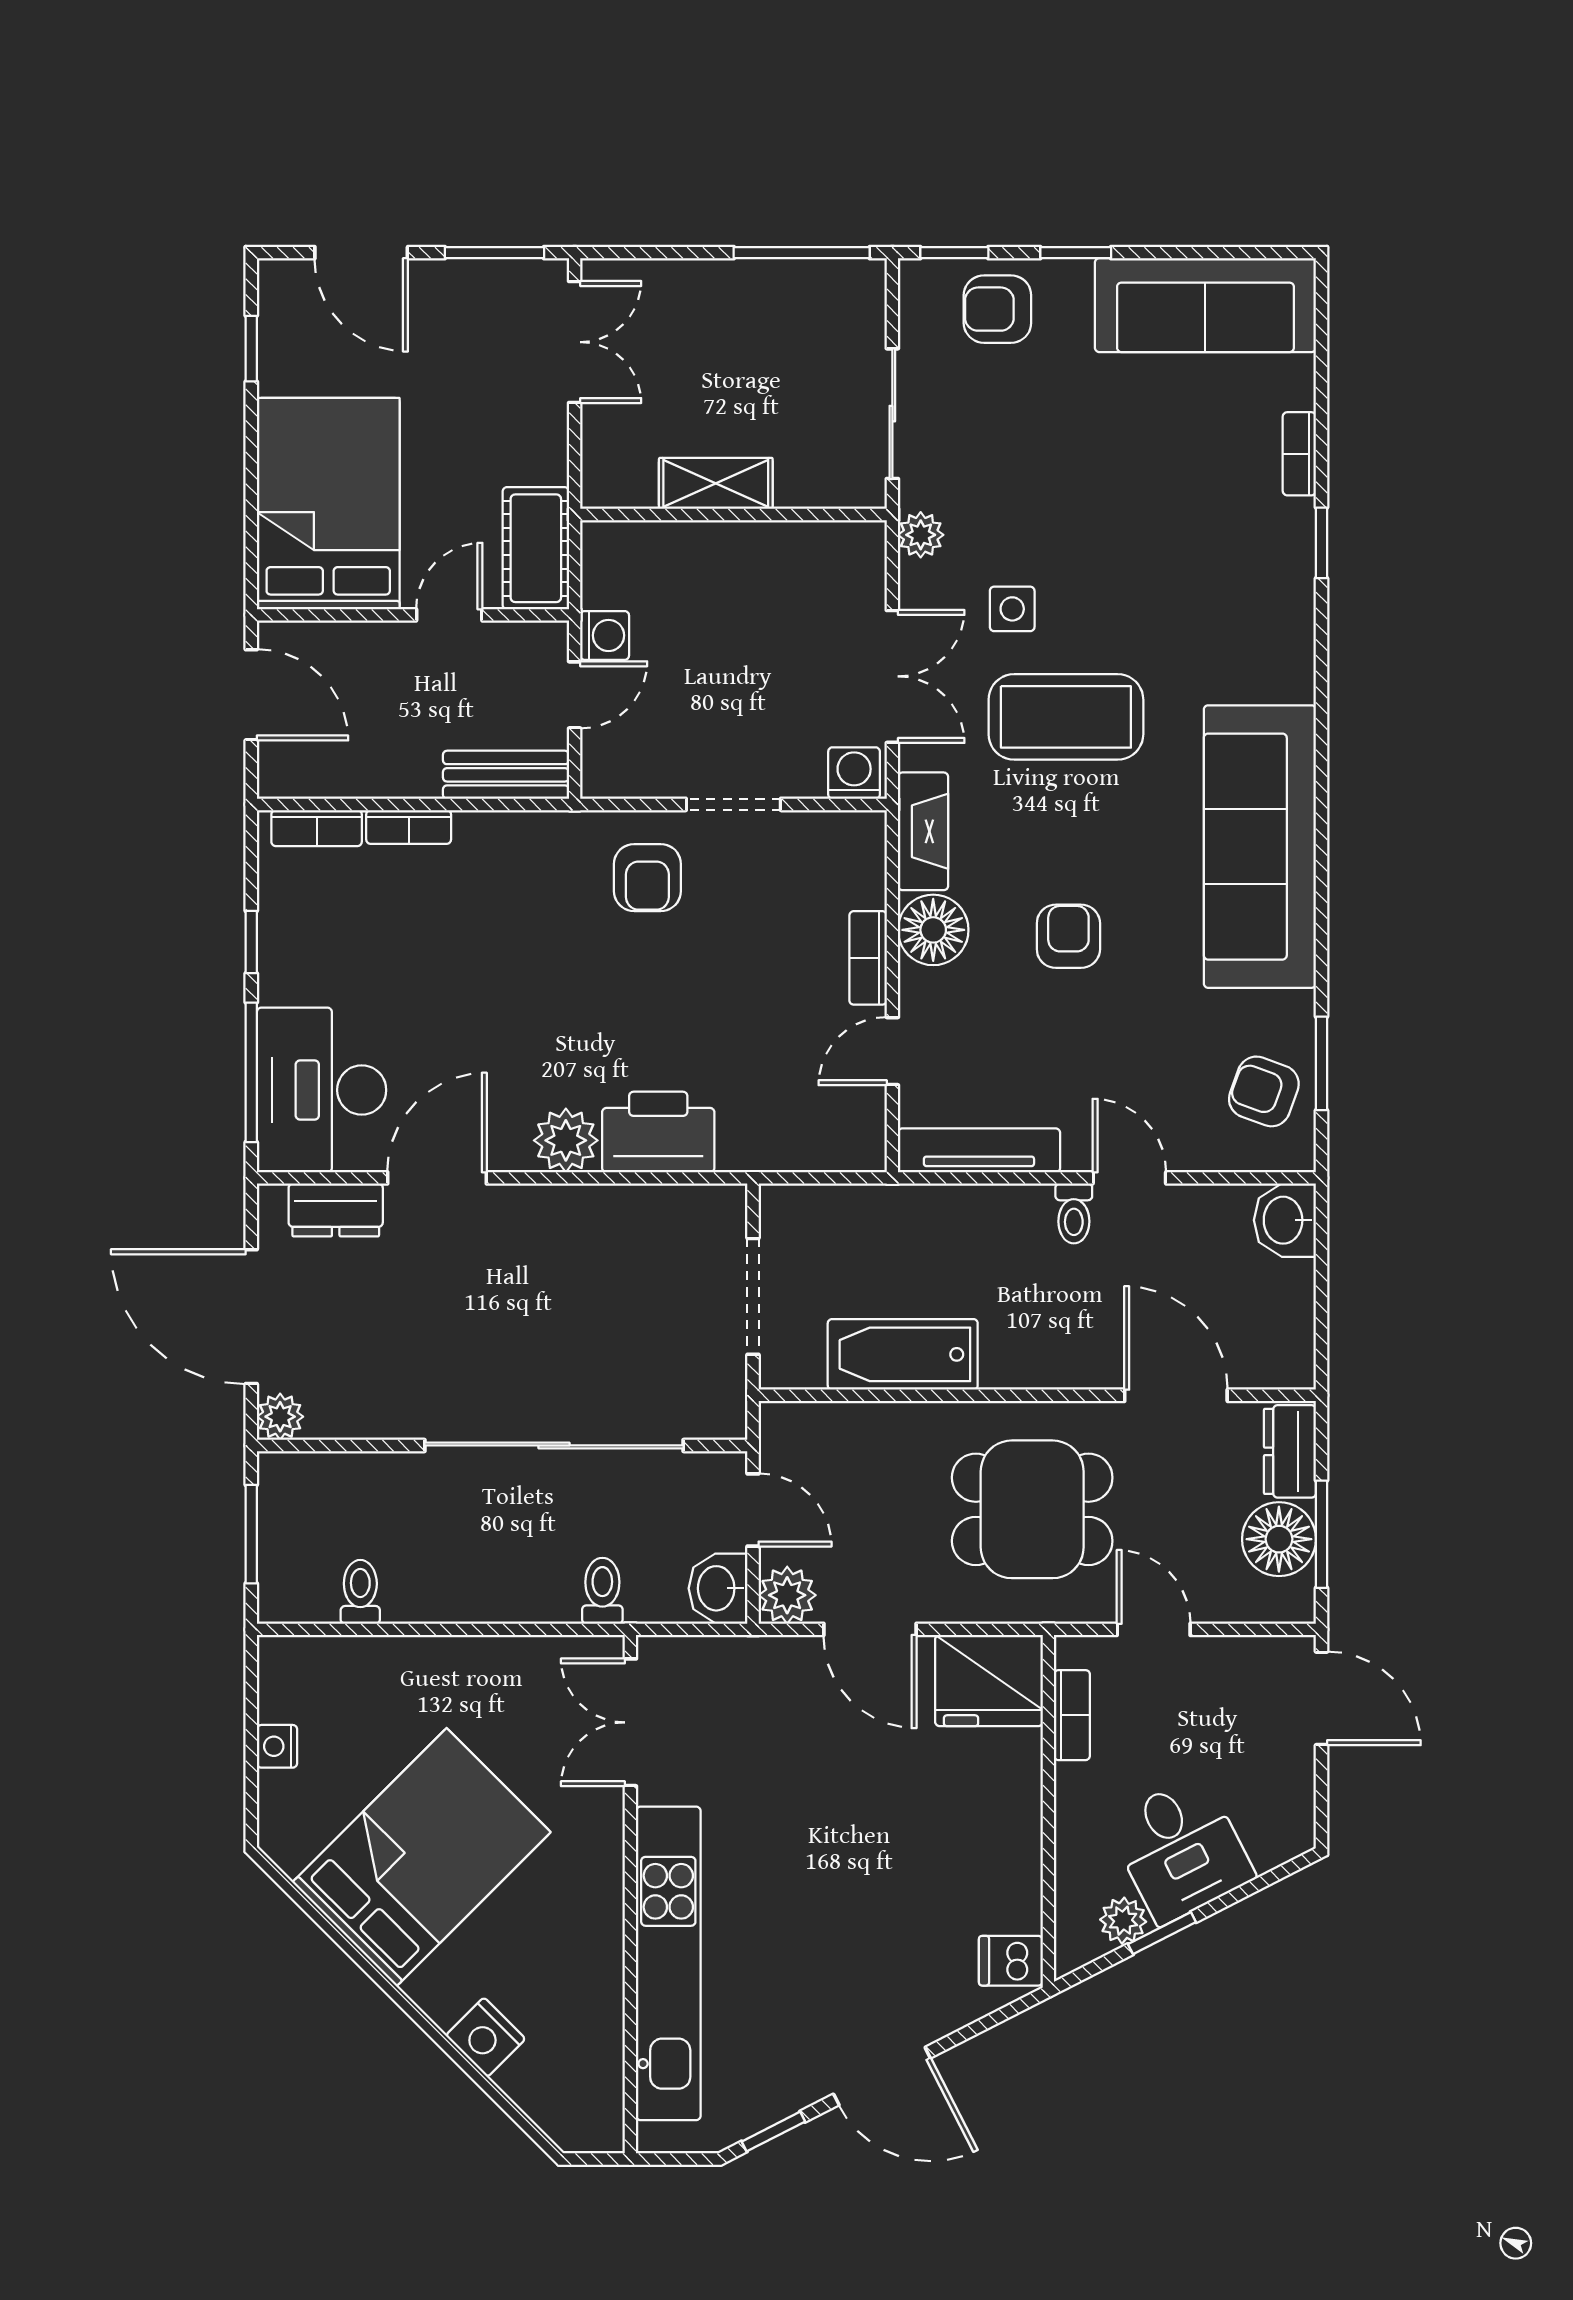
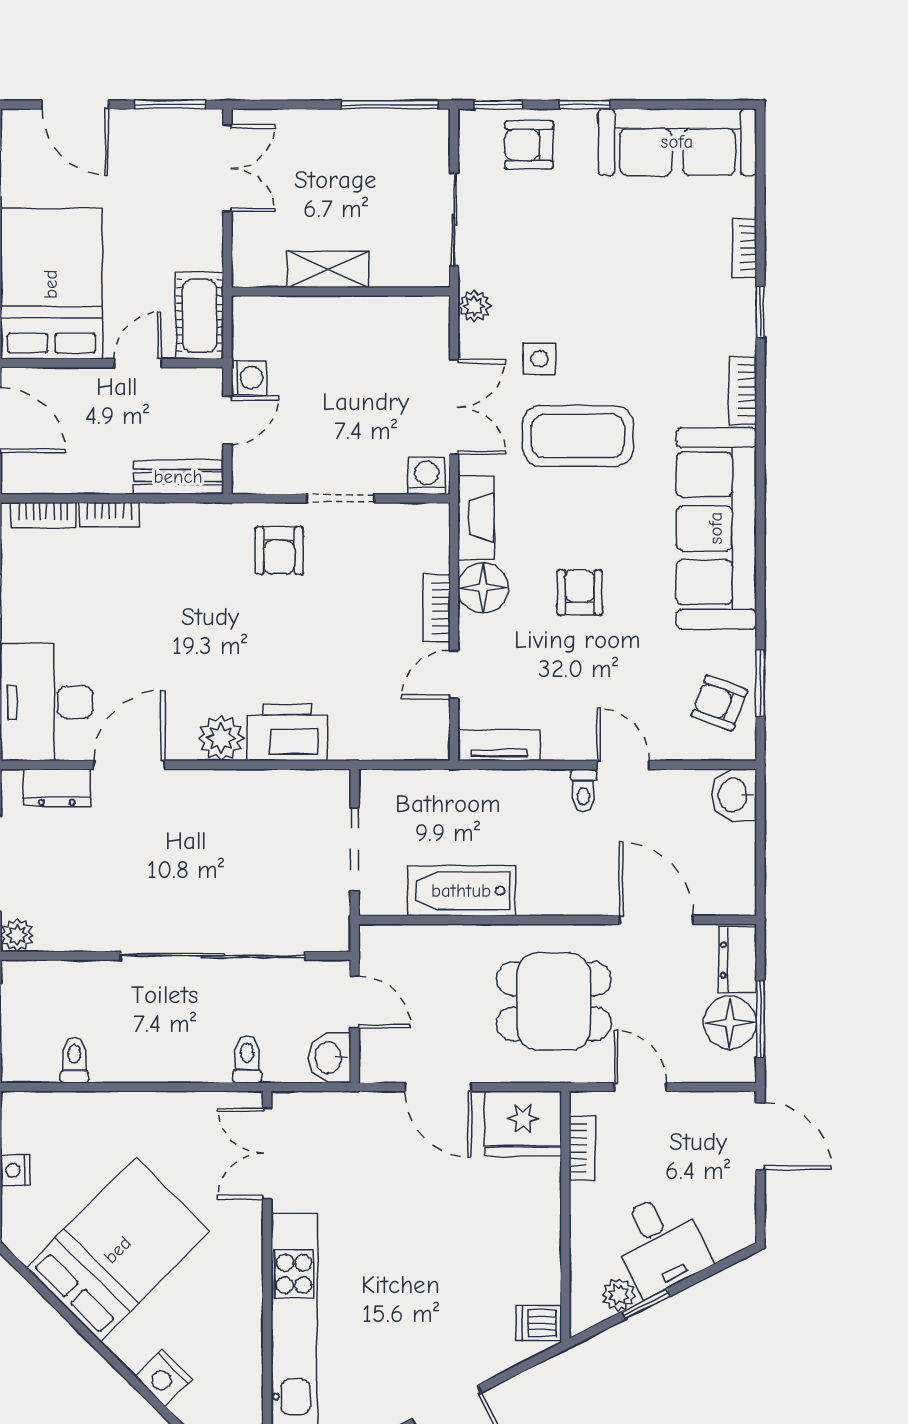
bookcase: (1297, 653) -> (743, 390), added
tv unit: (979, 1150) -> (499, 745), width x0.71
plant: (787, 1595) -> (379, 1063), removed

